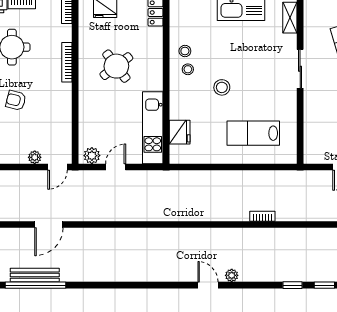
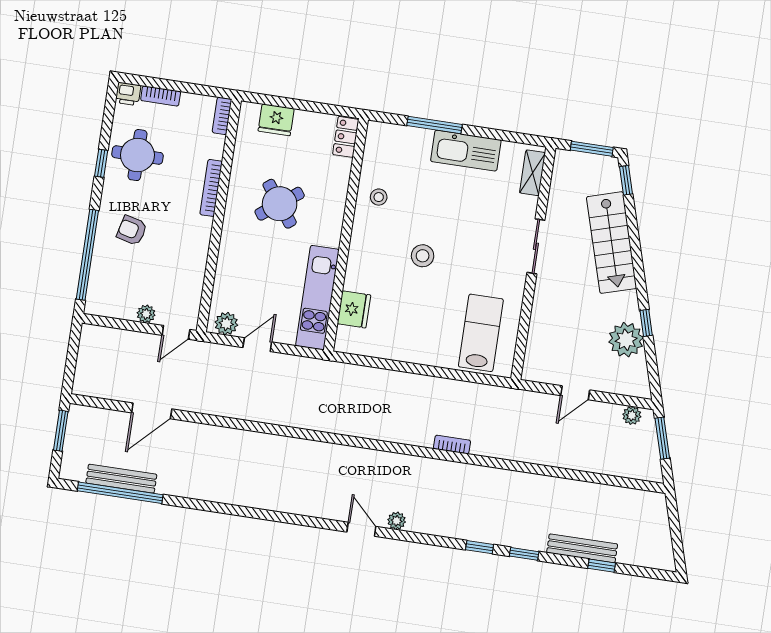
stool: (188, 69) -> (379, 223), removed
lab bench: (253, 133) -> (481, 333), moved, turned 90

